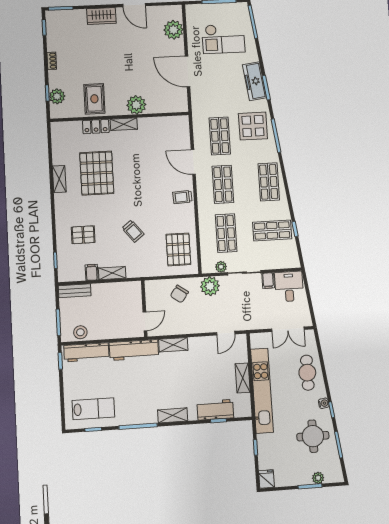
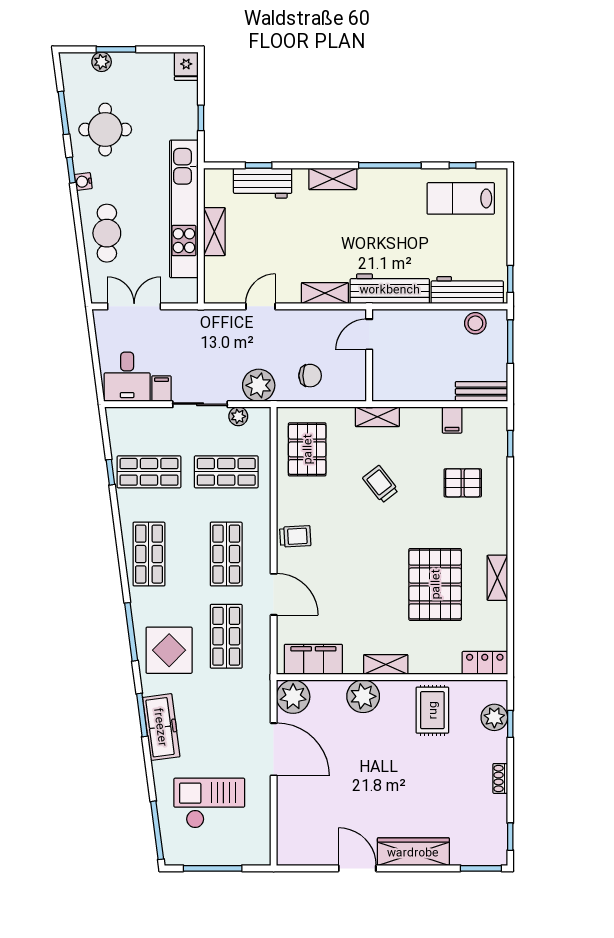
wardrobe: (101, 16) -> (413, 852), width x1.50
plant: (173, 30) -> (293, 697), moved
filing cabinet: (167, 125) -> (313, 659), added
locker: (96, 127) -> (485, 663), moved
shop shelf: (226, 233) -> (226, 472), turned 90
shelving: (112, 273) -> (377, 417), moved
chair: (179, 294) -> (310, 376), turned 54
door: (226, 333) -> (261, 306), moved

